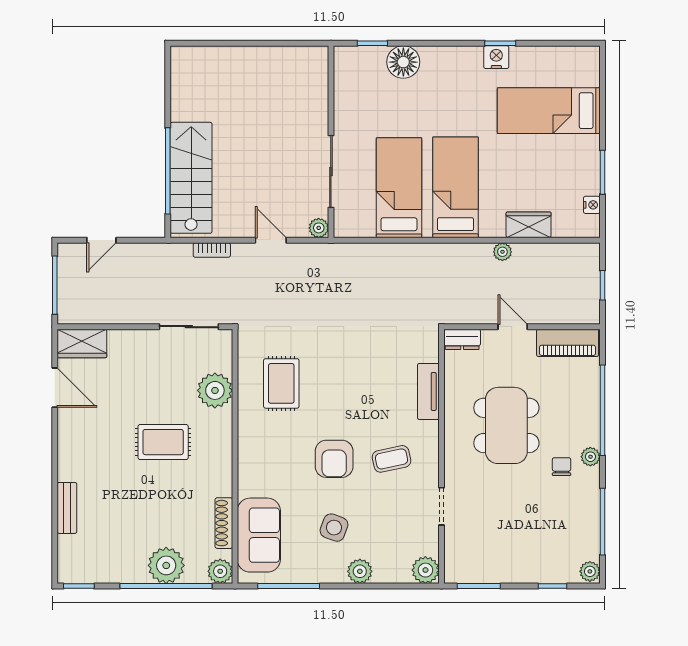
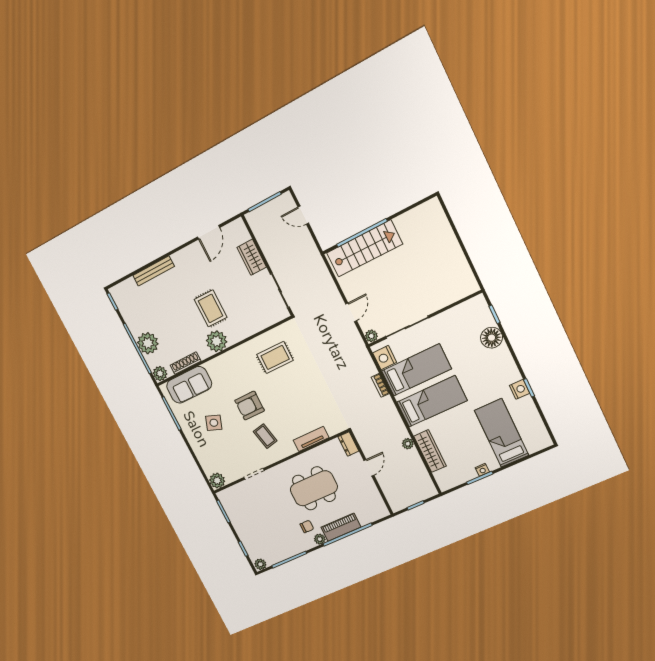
nightstand: (592, 205) -> (482, 470), moved
nightstand: (359, 224) -> (385, 358), added
wardrobe: (529, 225) -> (430, 451), width x1.50
bookcase: (212, 250) -> (380, 385), moved
wardrobe: (82, 343) -> (252, 257), moved
piano: (568, 343) -> (341, 527), moved, turned 90
plant: (215, 390) -> (217, 341), moved
bench: (67, 508) -> (154, 271), width x1.36
plant: (360, 571) -> (199, 447), removed

